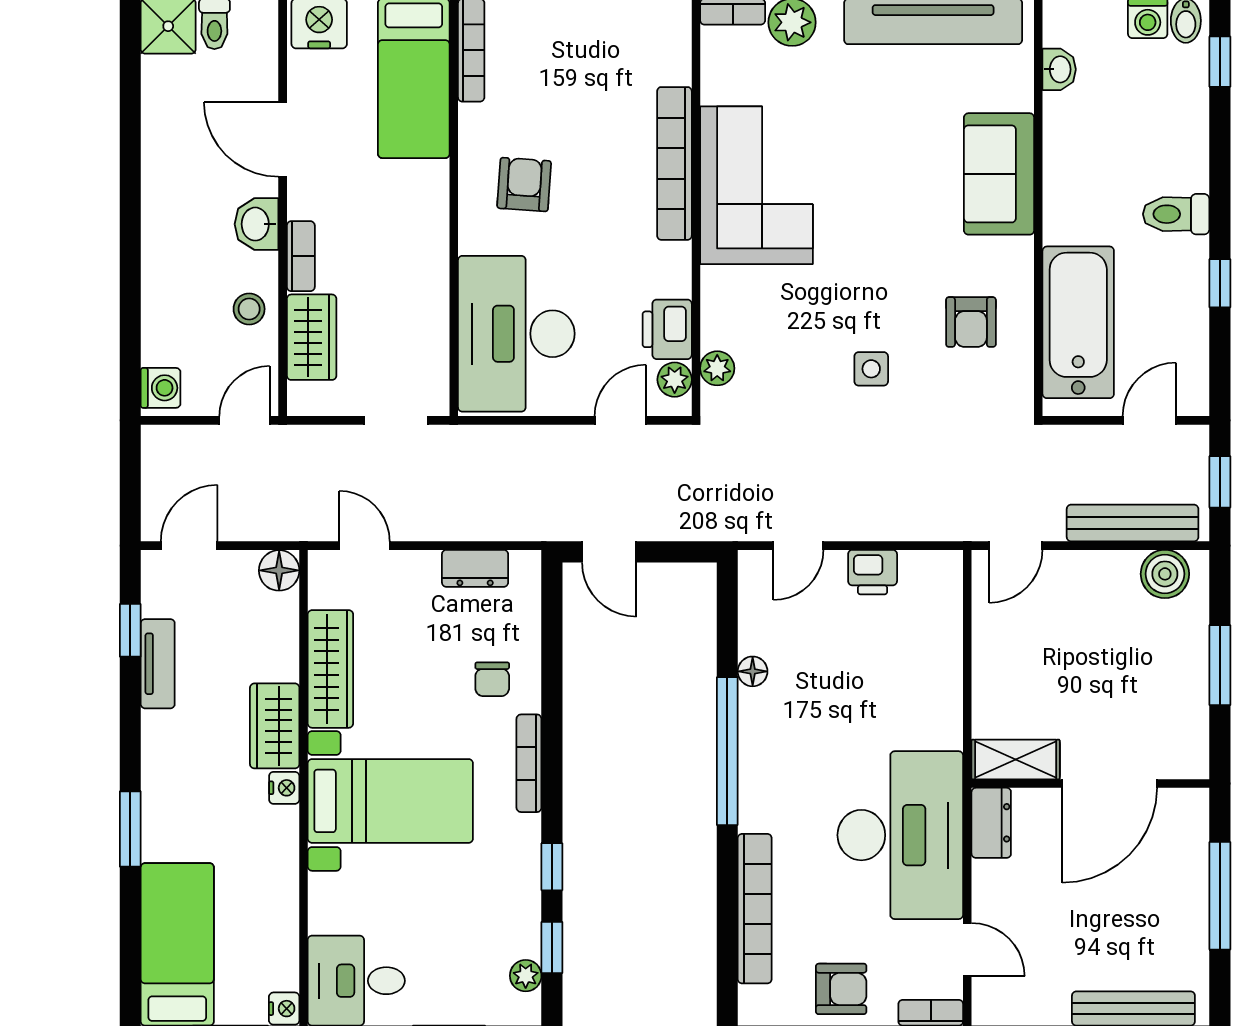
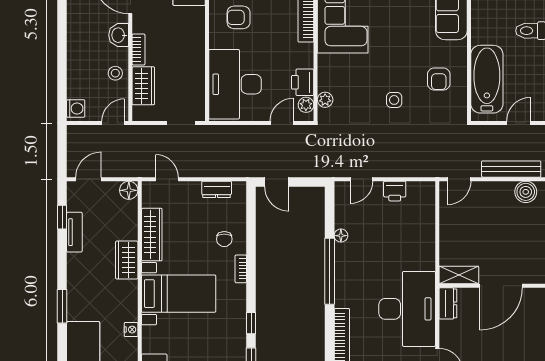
armchair: (524, 185) -> (239, 17), turned -94
bookcase: (529, 763) -> (241, 269), width x0.64
nightstand: (284, 788) -> (131, 330), moved

